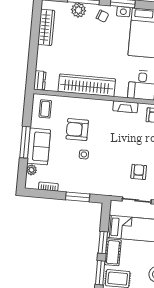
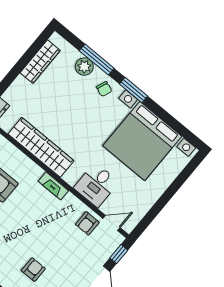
fireplace: (125, 107) -> (53, 186), moved

